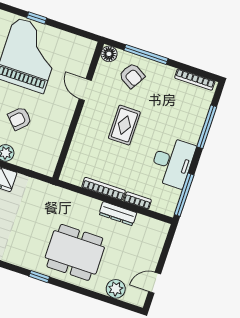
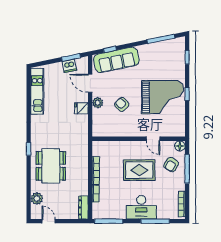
door: (85, 90) -> (153, 139), swing flipped
rug: (124, 125) -> (139, 170), width x1.36, depth x1.43
desk: (172, 162) -> (141, 207), moved
dresser: (118, 214) -> (83, 207), moved

